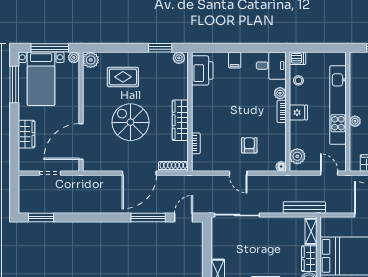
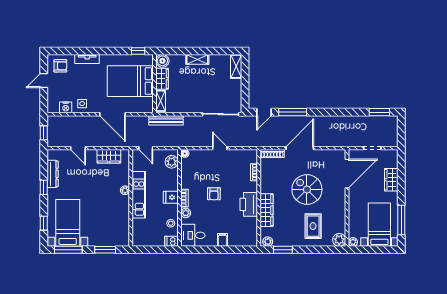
window: (50, 48) -> (372, 250), removed
printer: (202, 70) -> (249, 204), moved
rug: (123, 77) -> (313, 226), turned 90
kitchen unit: (338, 105) -> (139, 195), width x0.73
wardrobe: (180, 120) -> (267, 210), moved
spiral stairs: (130, 122) -> (307, 189), turned 180
armchair: (249, 145) -> (214, 194), moved

